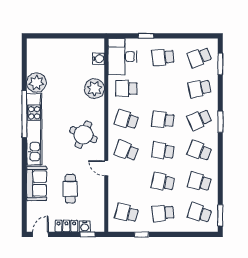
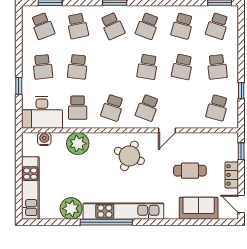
kitchen unit: (55, 46) -> (30, 188), added
school desk: (163, 120) -> (78, 67), moved
sofa: (37, 183) -> (199, 208), moved
water cooler: (85, 226) -> (232, 155), removed

